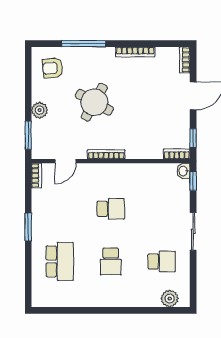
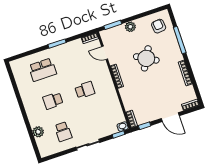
school desk: (111, 209) -> (85, 90), turned -90
plant: (170, 299) -> (38, 132), moved

